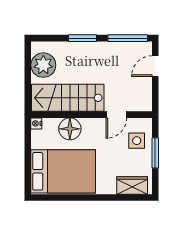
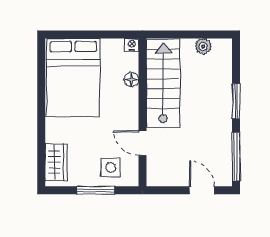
plant: (43, 65) -> (203, 46), width x0.53, depth x0.53
floor lamp: (70, 129) -> (131, 80), width x0.53, depth x0.53

